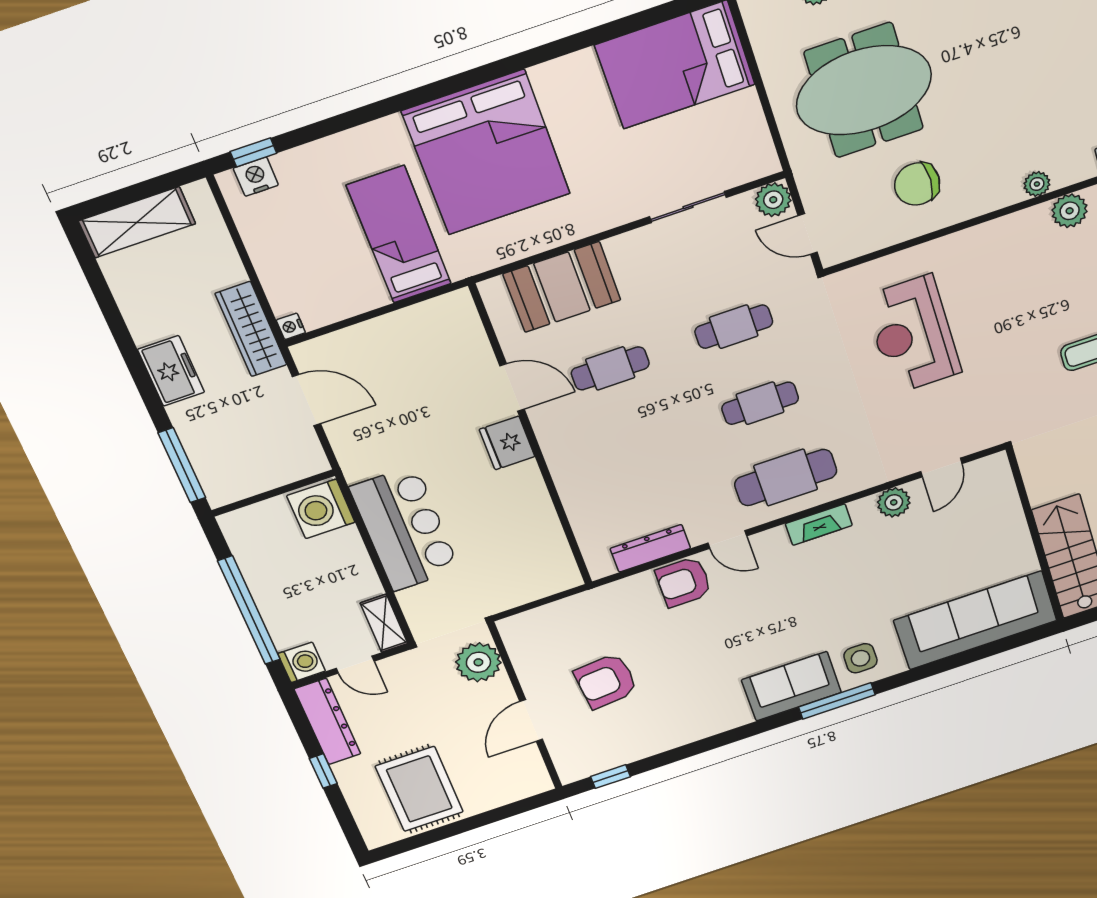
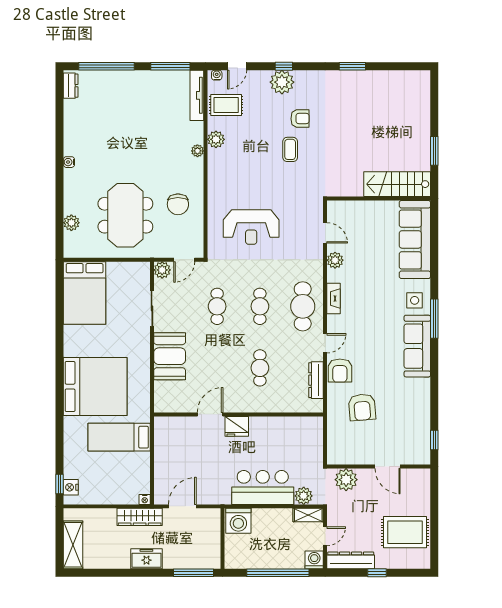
booth: (562, 287) -> (170, 356), moved
cafe table: (610, 368) -> (260, 368), moved
plant: (418, 603) -> (304, 496), added
armchair: (606, 681) -> (362, 407), moved
sofa: (791, 686) -> (417, 346), width x1.36

